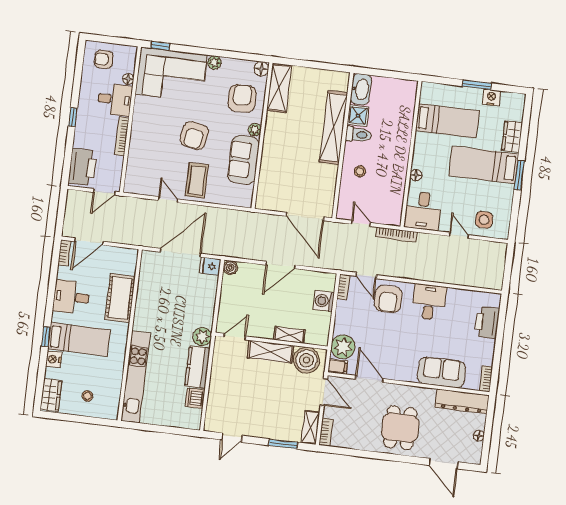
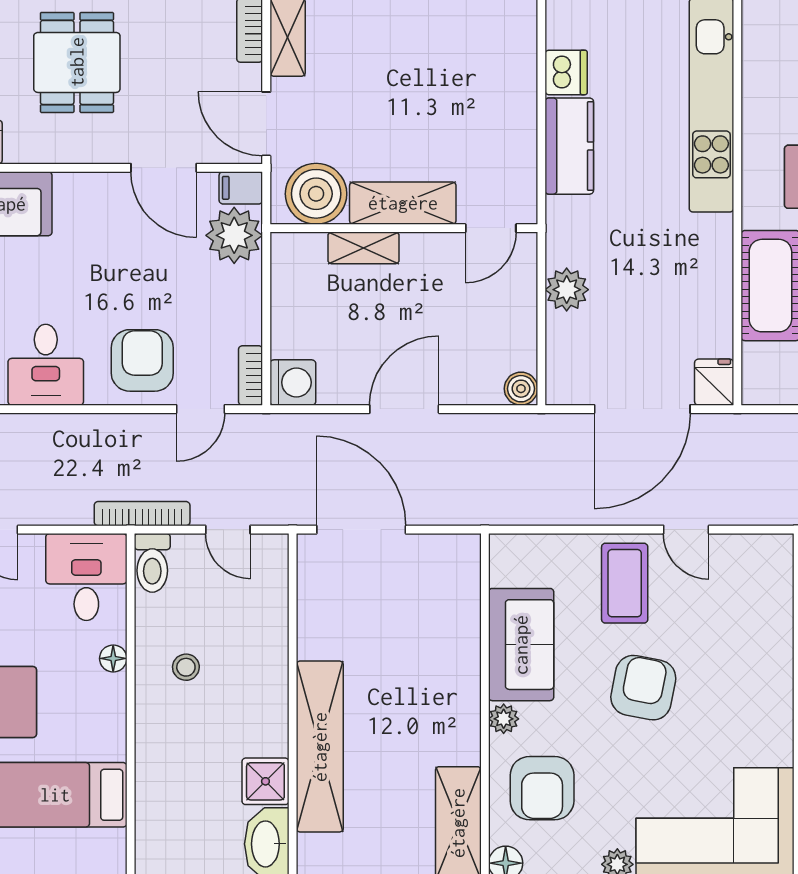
toilet: (358, 135) -> (152, 563), moved, turned -90
stool: (360, 171) -> (186, 667), moved
fridge: (210, 266) -> (714, 382), moved, turned -90
door: (366, 276) -> (201, 409), swing flipped
washing machine: (324, 301) -> (293, 382), moved
plant: (202, 337) -> (567, 290), moved

